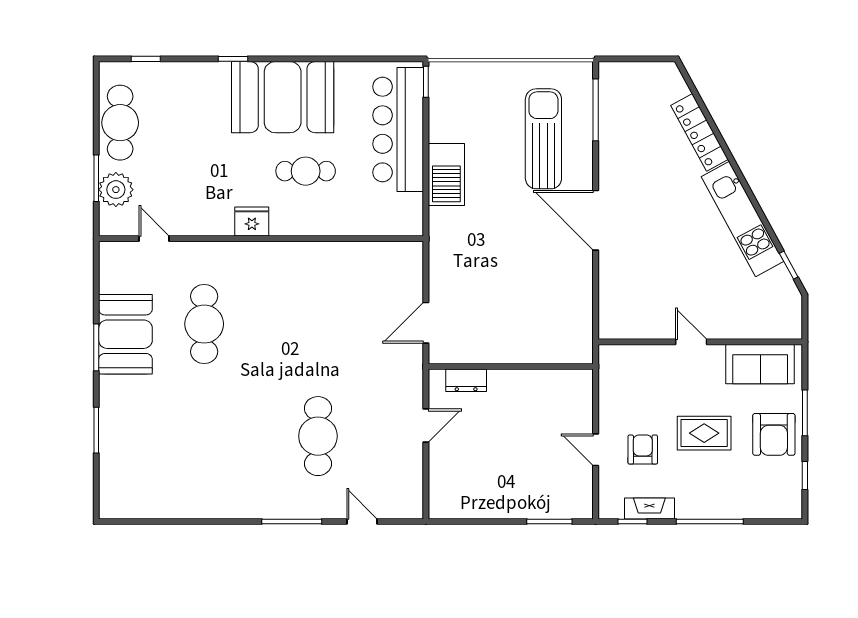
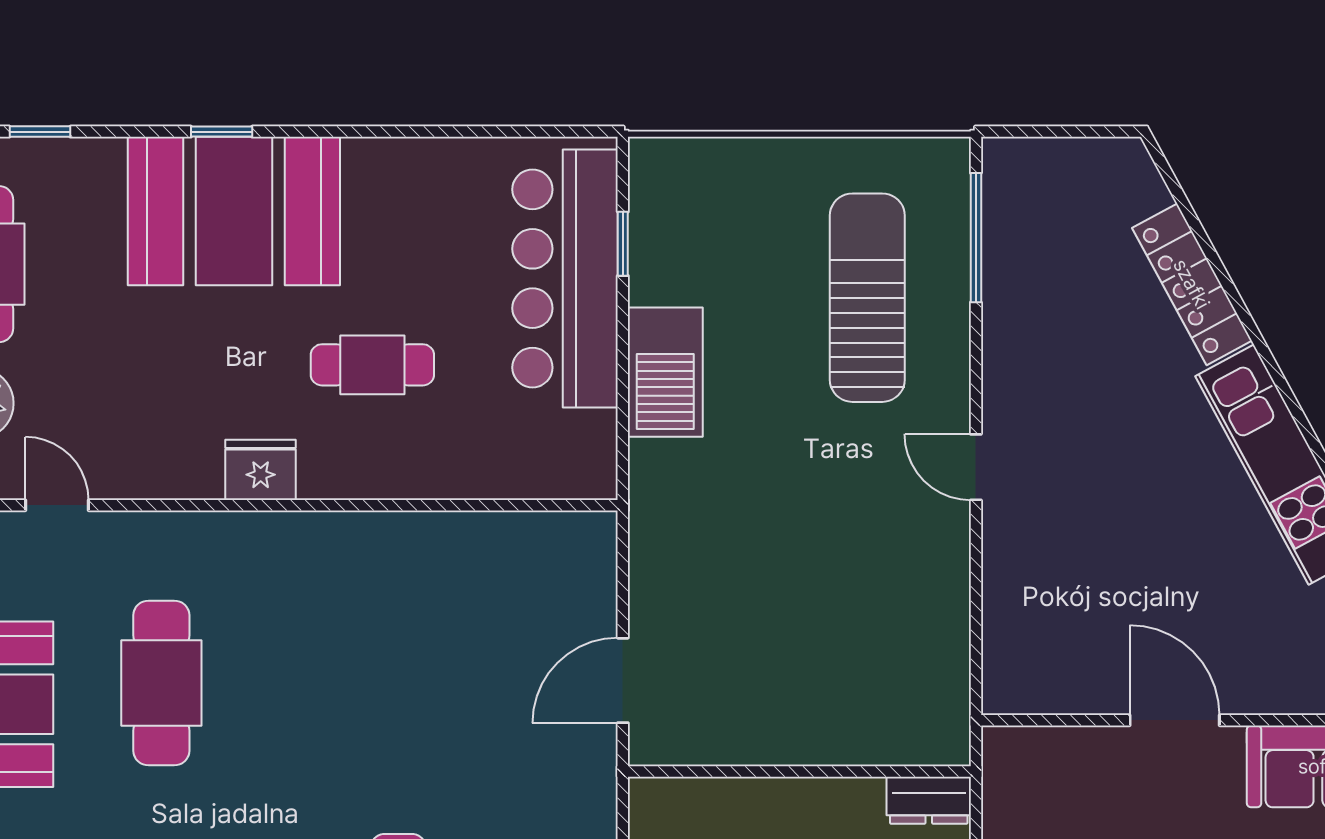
window: (426, 82) -> (623, 244), moved
booth: (283, 97) -> (234, 211), moved
door: (596, 220) -> (976, 467), width x0.53
door: (691, 342) -> (1175, 720), width x1.38
dresser: (466, 380) -> (929, 800), moved

